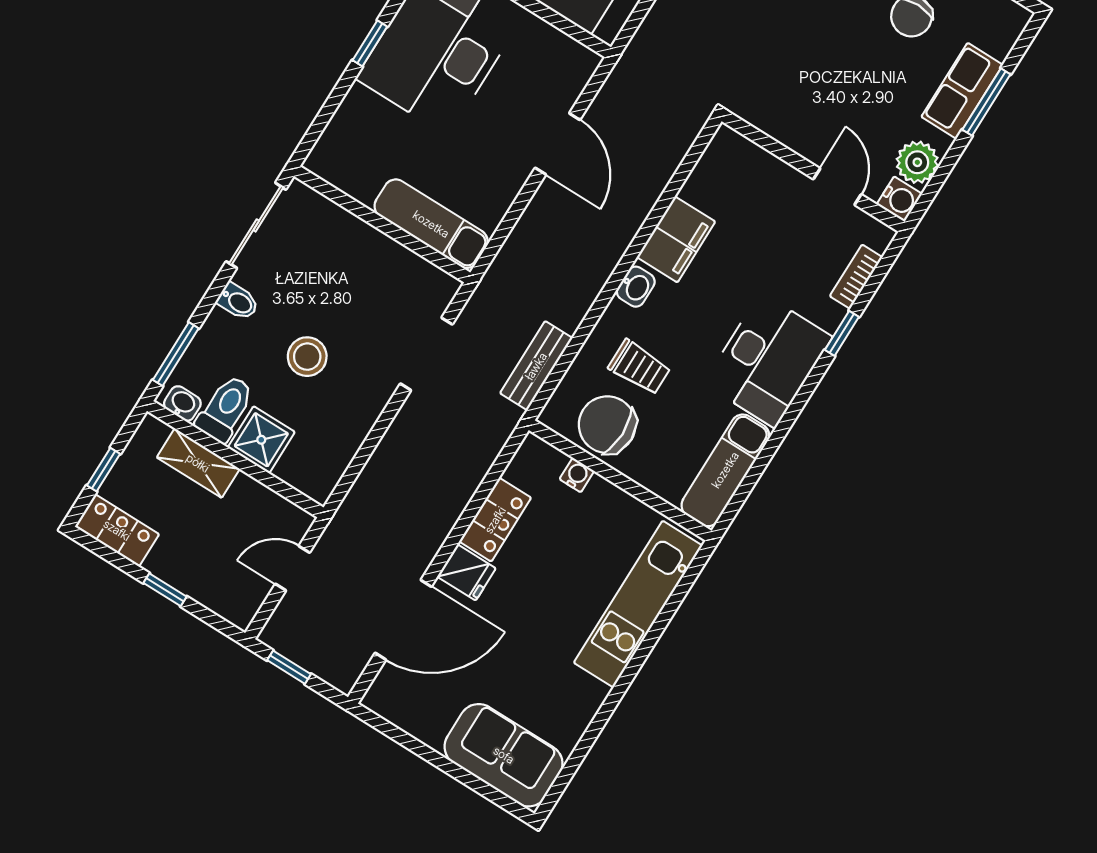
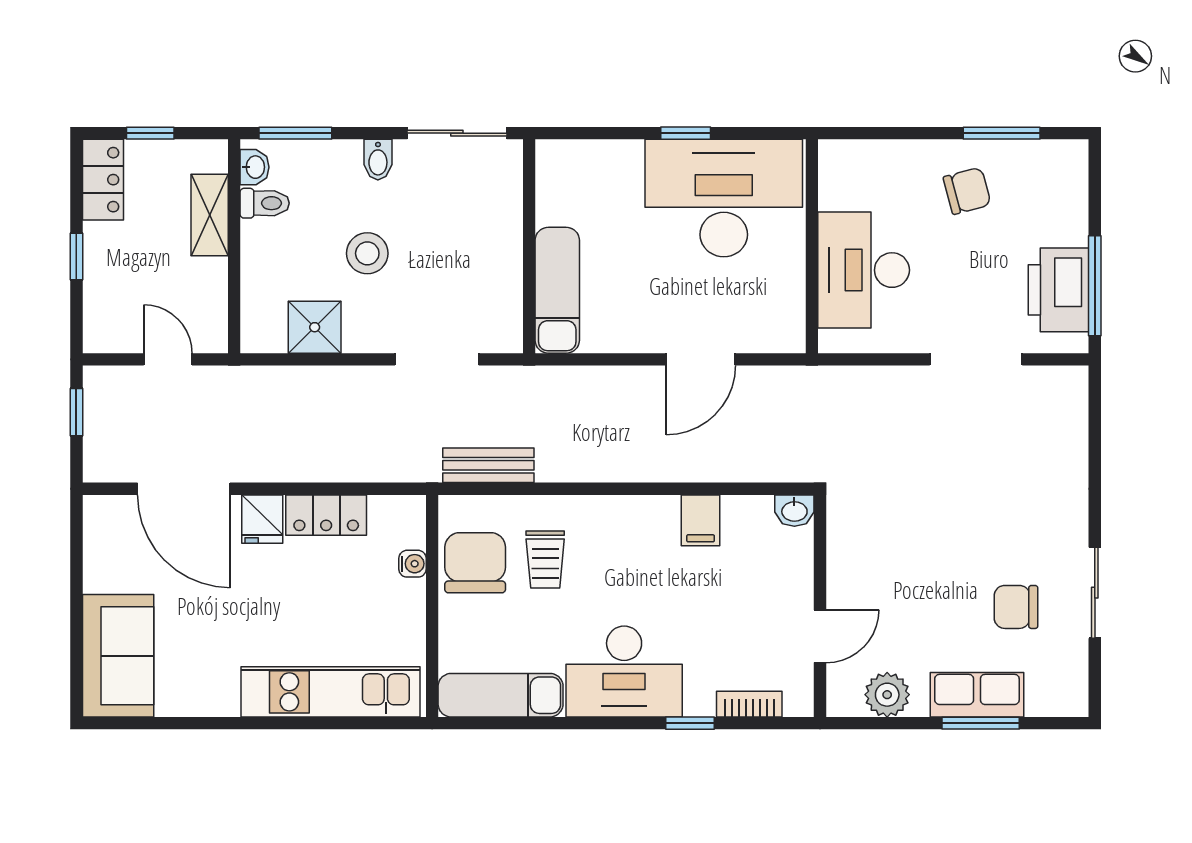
water cooler: (899, 199) -> (844, 699), removed
filing cabinet: (676, 239) -> (701, 520), width x0.50
washbasin: (636, 287) -> (794, 511), moved
toilet: (225, 409) -> (265, 203), width x0.73, depth x0.72
shower: (261, 440) -> (315, 327), moved

